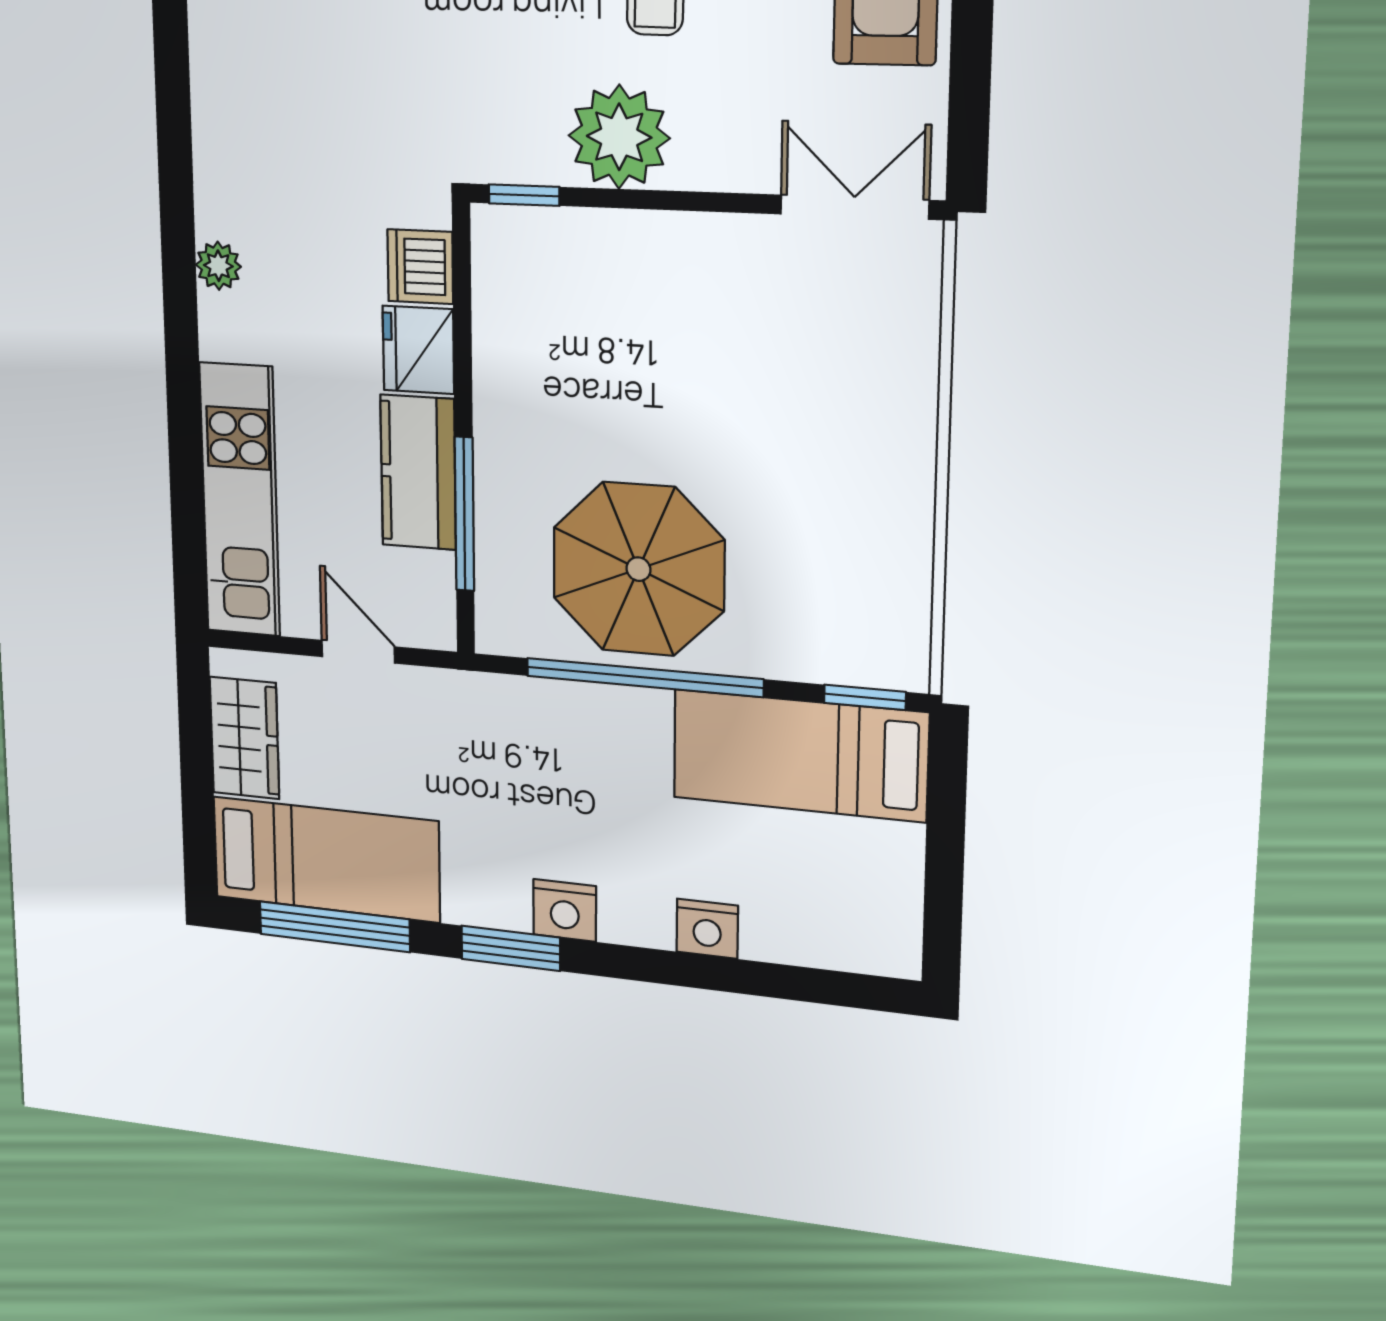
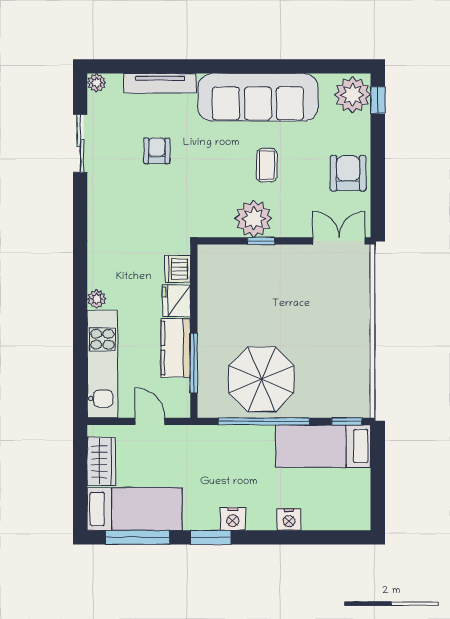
window: (524, 195) -> (261, 241), moved
plant: (218, 266) -> (97, 299), moved

